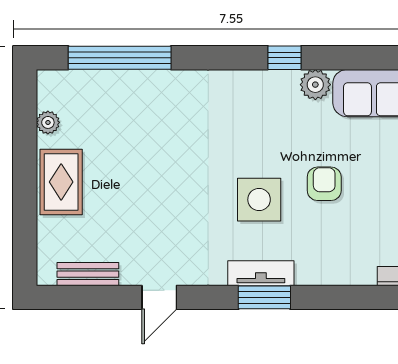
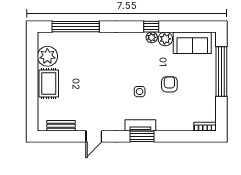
plant: (286, 81) -> (152, 37), added
plant: (48, 122) -> (47, 56), width x1.88, depth x1.88
side table: (259, 200) -> (140, 92), width x0.54, depth x0.54

